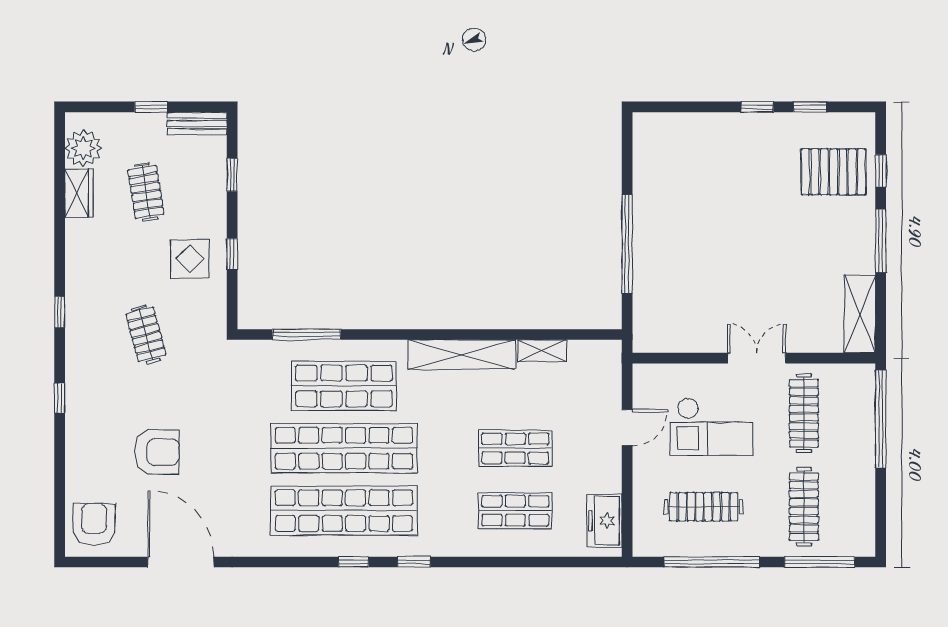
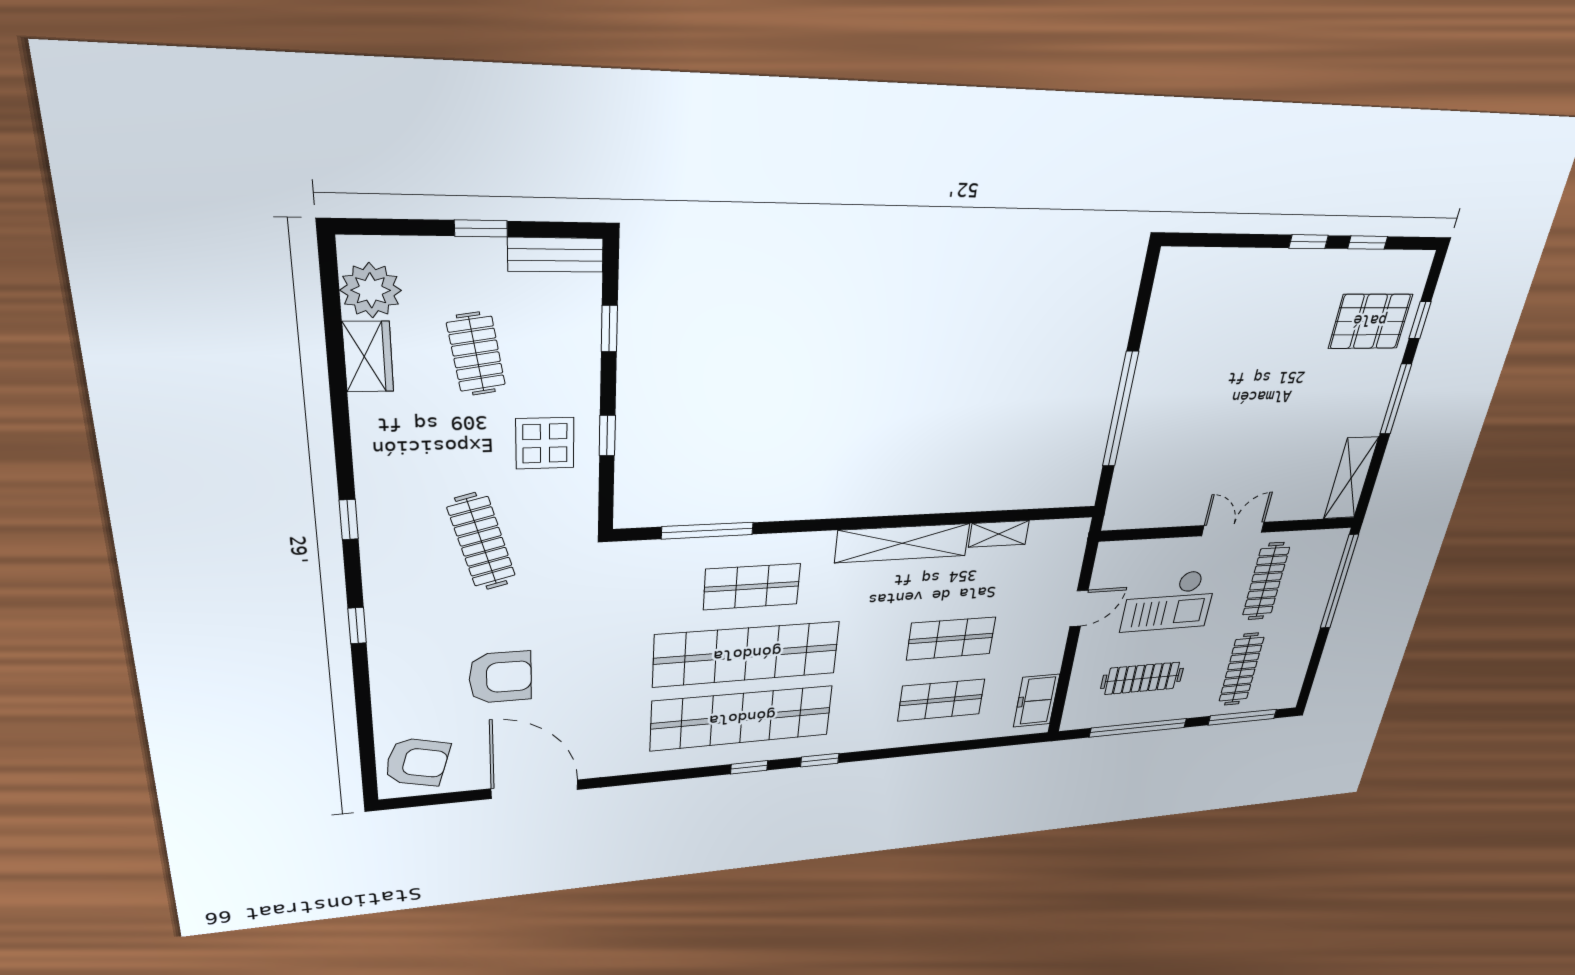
clothes rail: (146, 334) -> (481, 542), width x1.36
shop shelf: (344, 386) -> (752, 587), width x0.70, depth x0.74
armchair: (94, 524) -> (417, 762), turned 105

